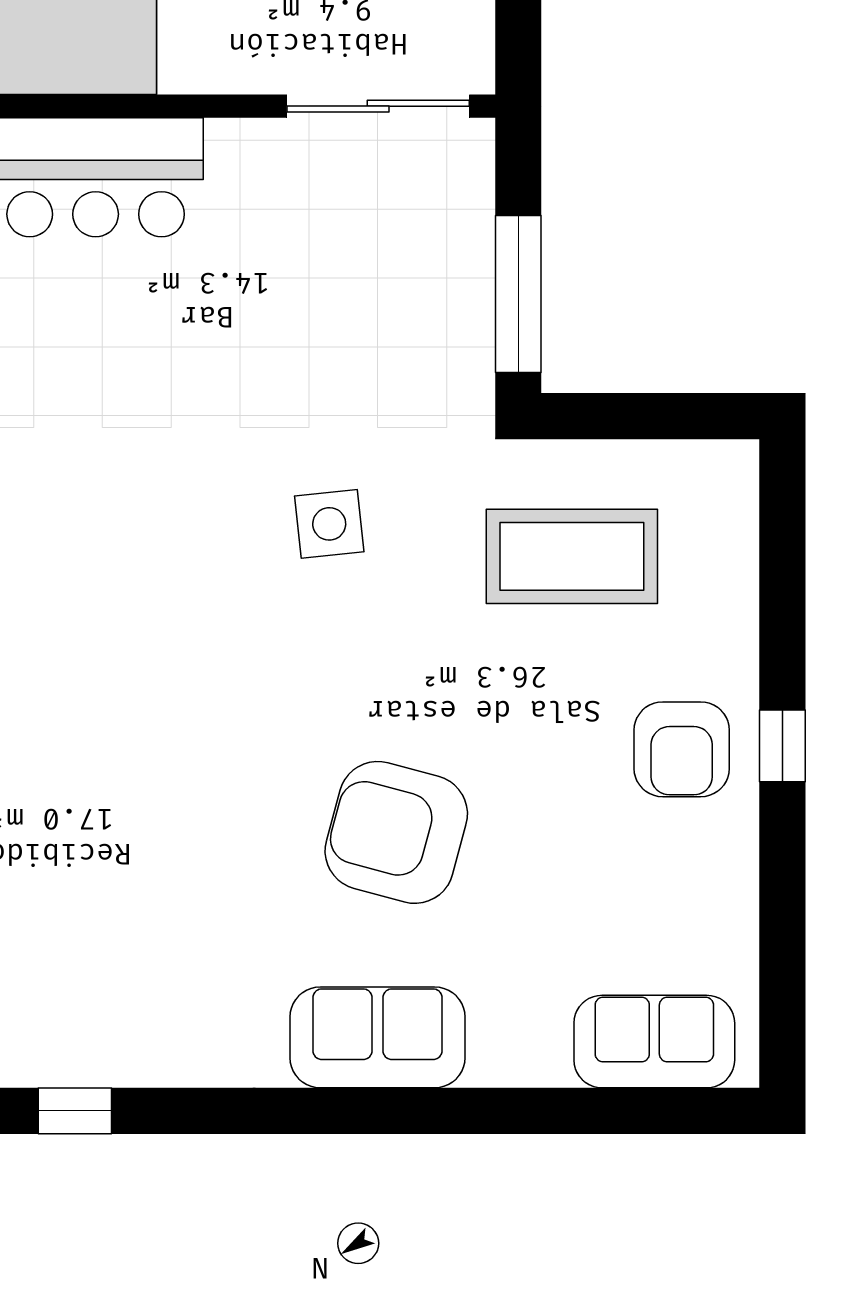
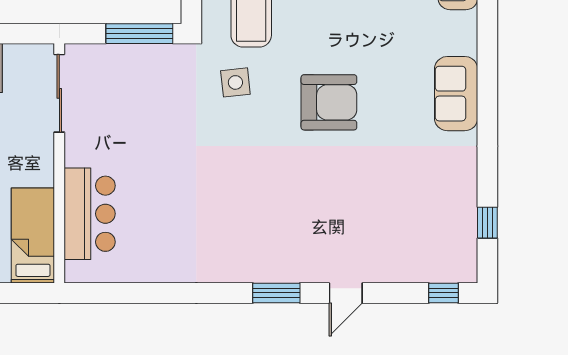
side table: (329, 524) -> (235, 82), moved
armchair: (396, 832) -> (329, 102), moved, turned -105

